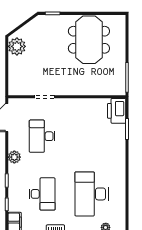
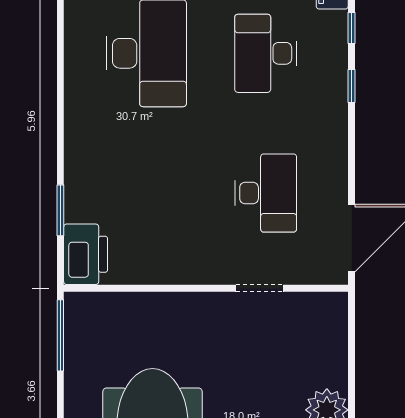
plant: (14, 157) -> (333, 143), removed

